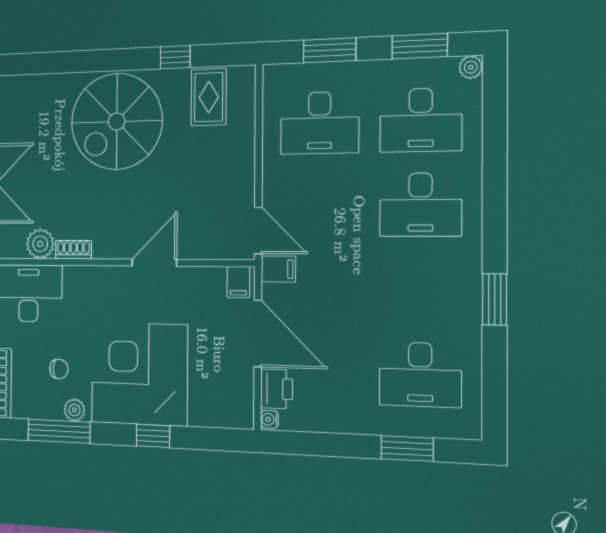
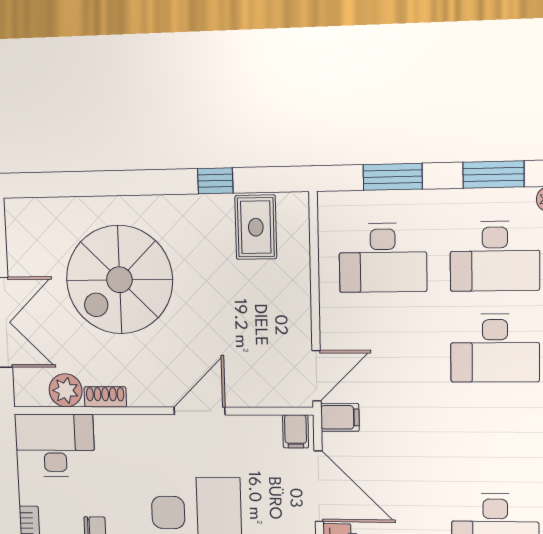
spiral stairs: (117, 121) -> (119, 280), moved
door: (258, 231) -> (317, 376), hinge flipped

